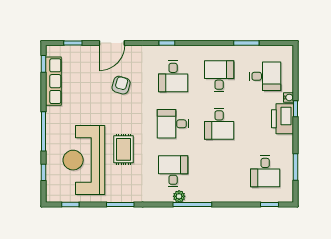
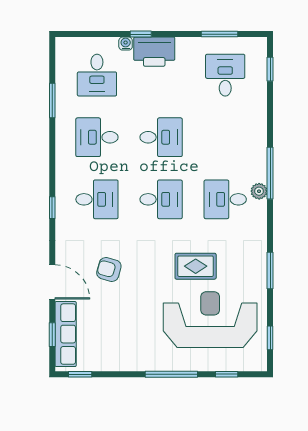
desk: (265, 76) -> (97, 75), turned 180
row of seats: (53, 81) -> (66, 334), moved, turned 90
desk: (173, 124) -> (161, 199), turned -90
reception desk: (84, 160) -> (210, 320), turned 180
desk: (265, 171) -> (225, 75), turned -90

